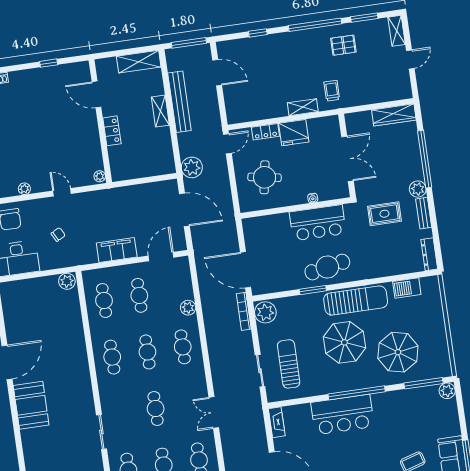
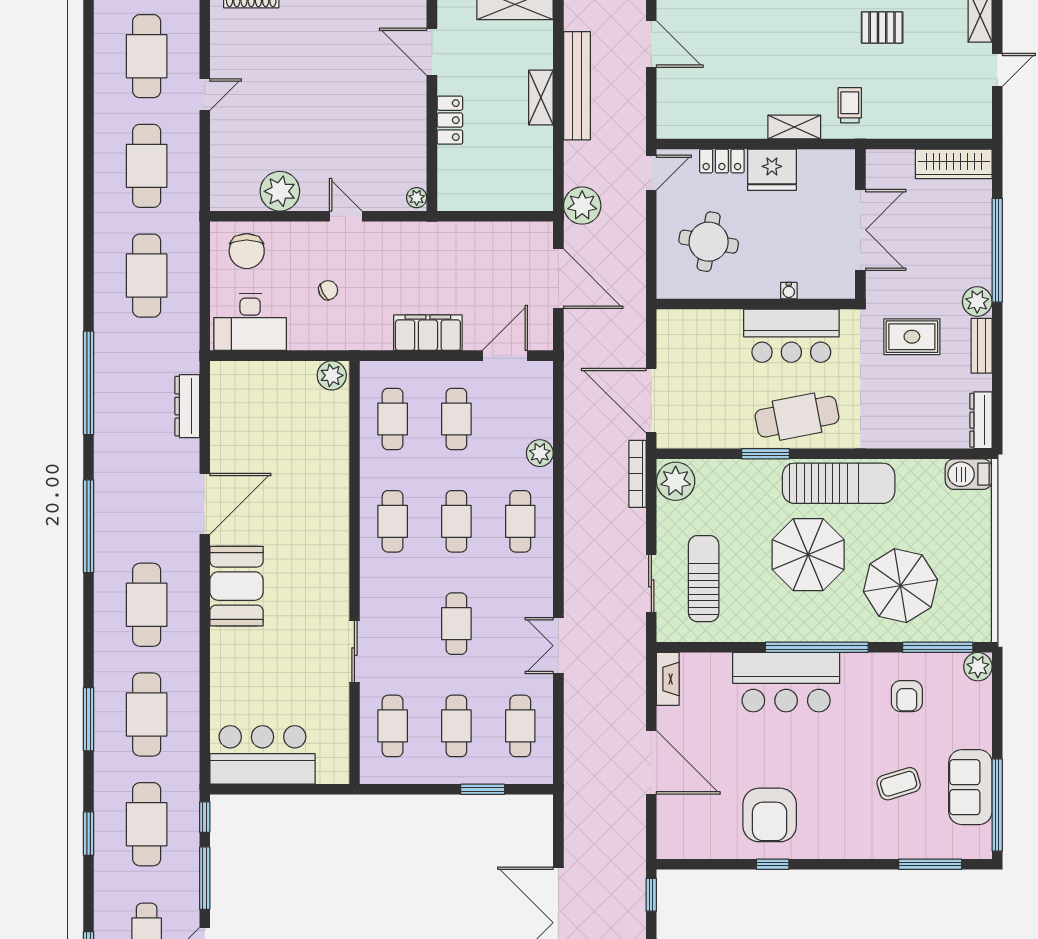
plant: (24, 189) -> (280, 191), width x1.87, depth x1.87
barbecue: (407, 288) -> (969, 474), moved
armchair: (410, 413) -> (907, 696), added

